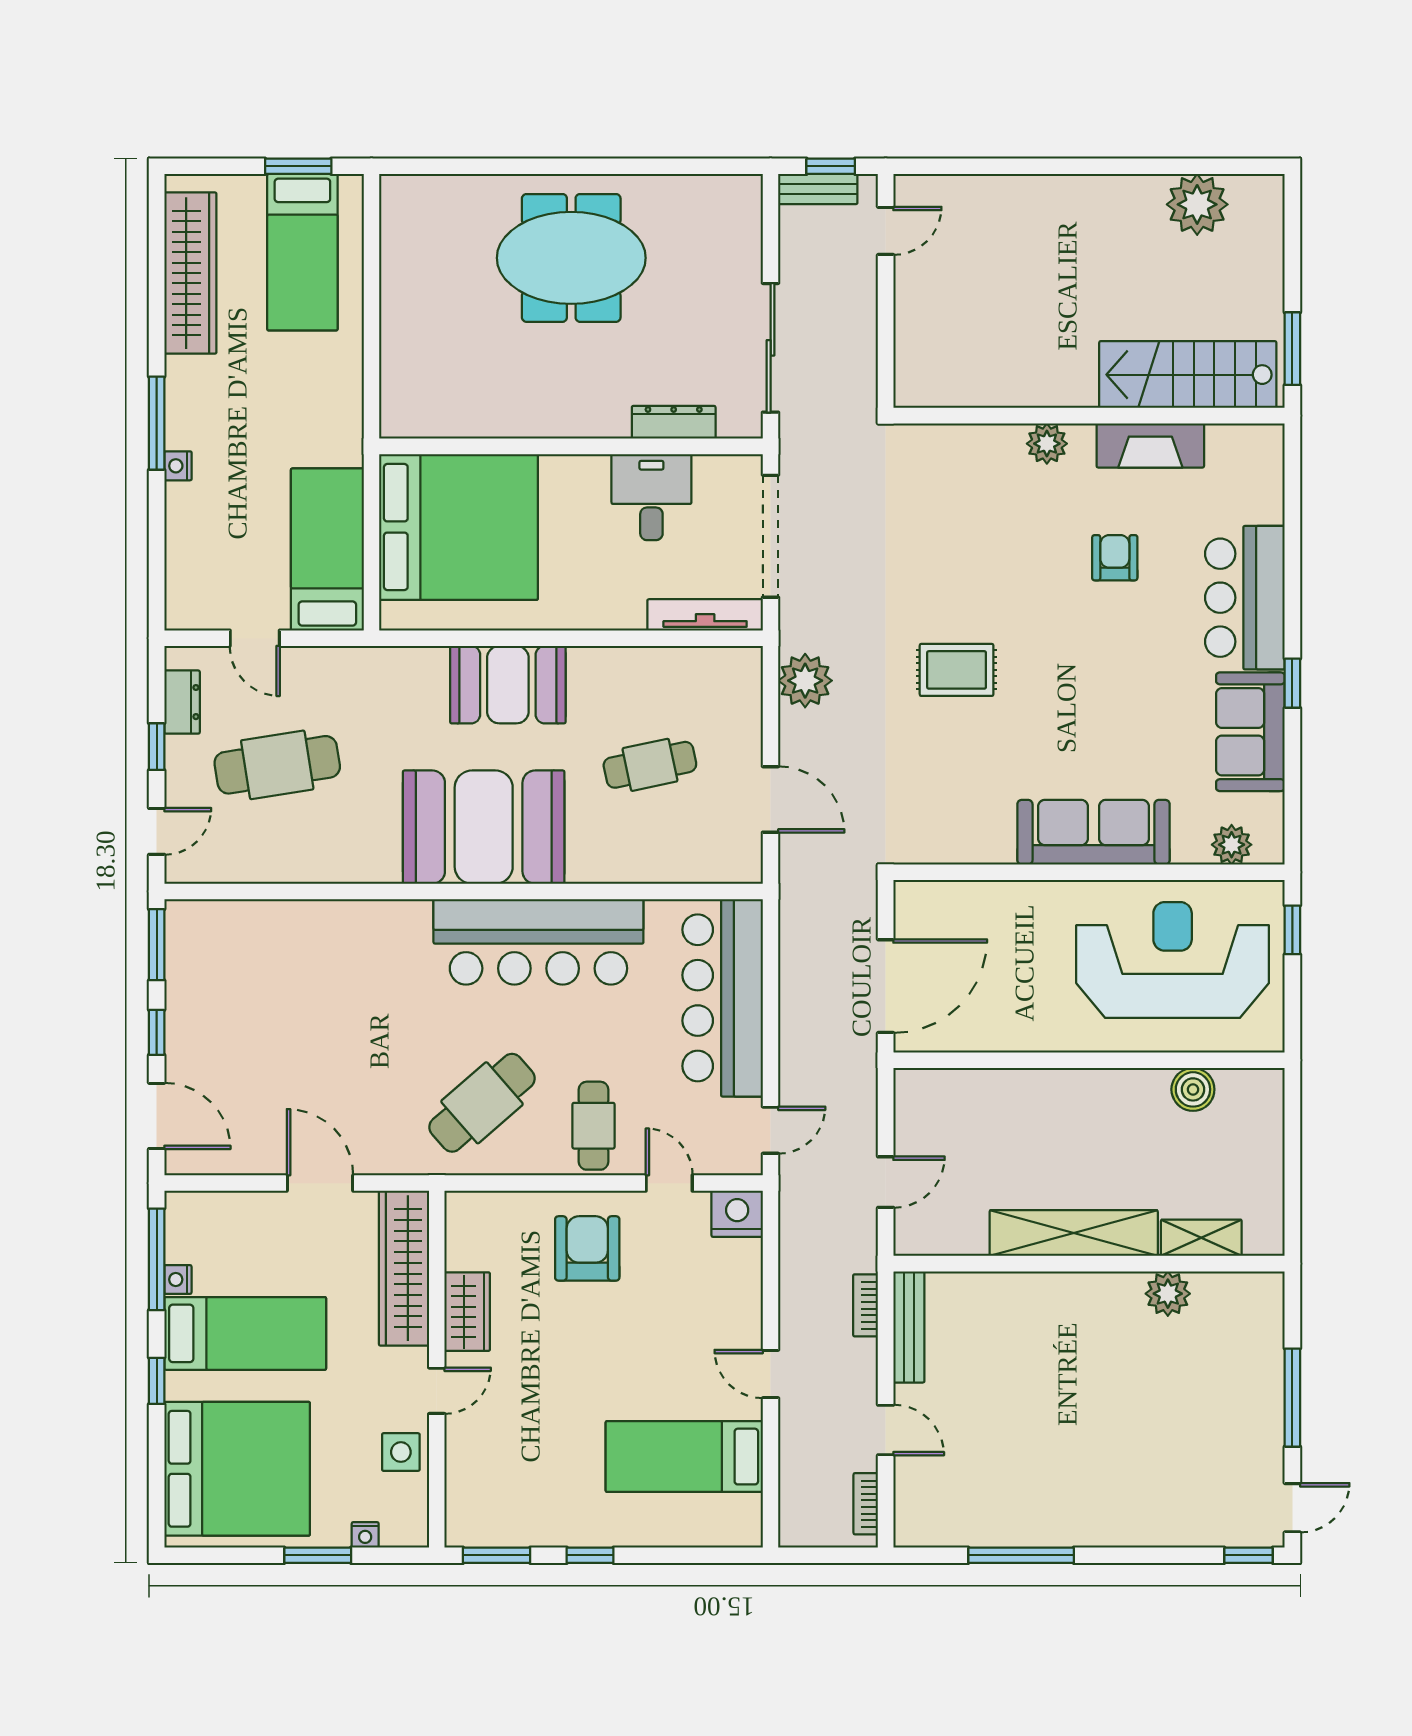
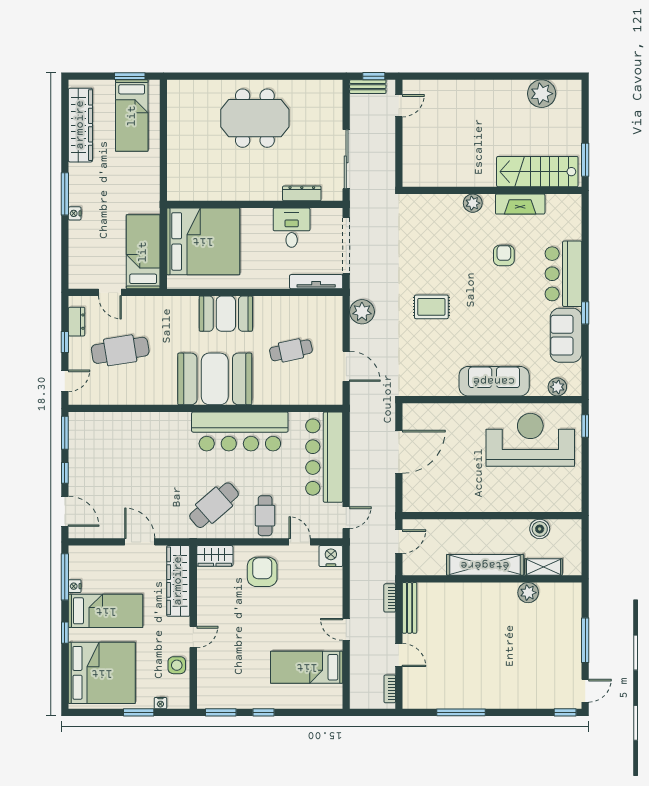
wall: (1089, 1060) -> (492, 516), moved
boiler: (1193, 1089) -> (540, 529), moved
wardrobe: (467, 1312) -> (215, 556), moved, turned 90

